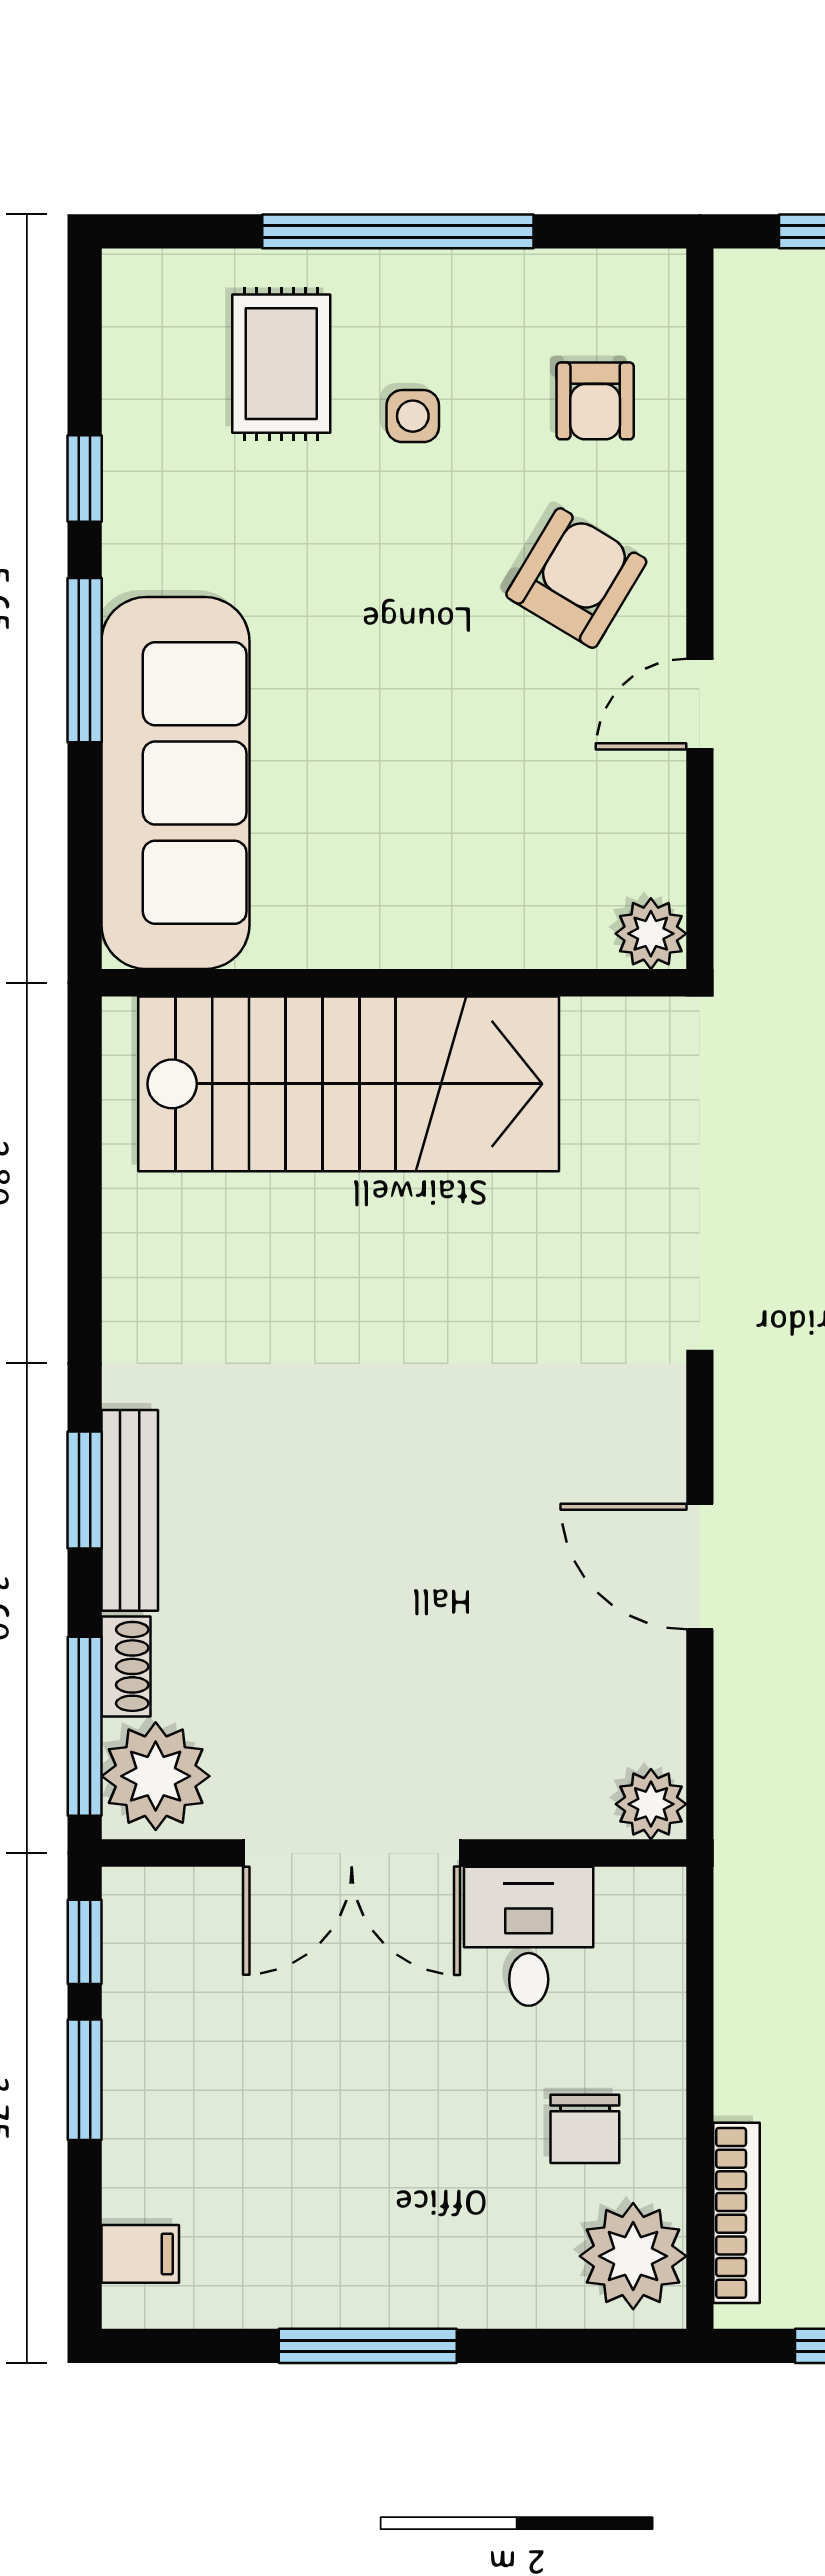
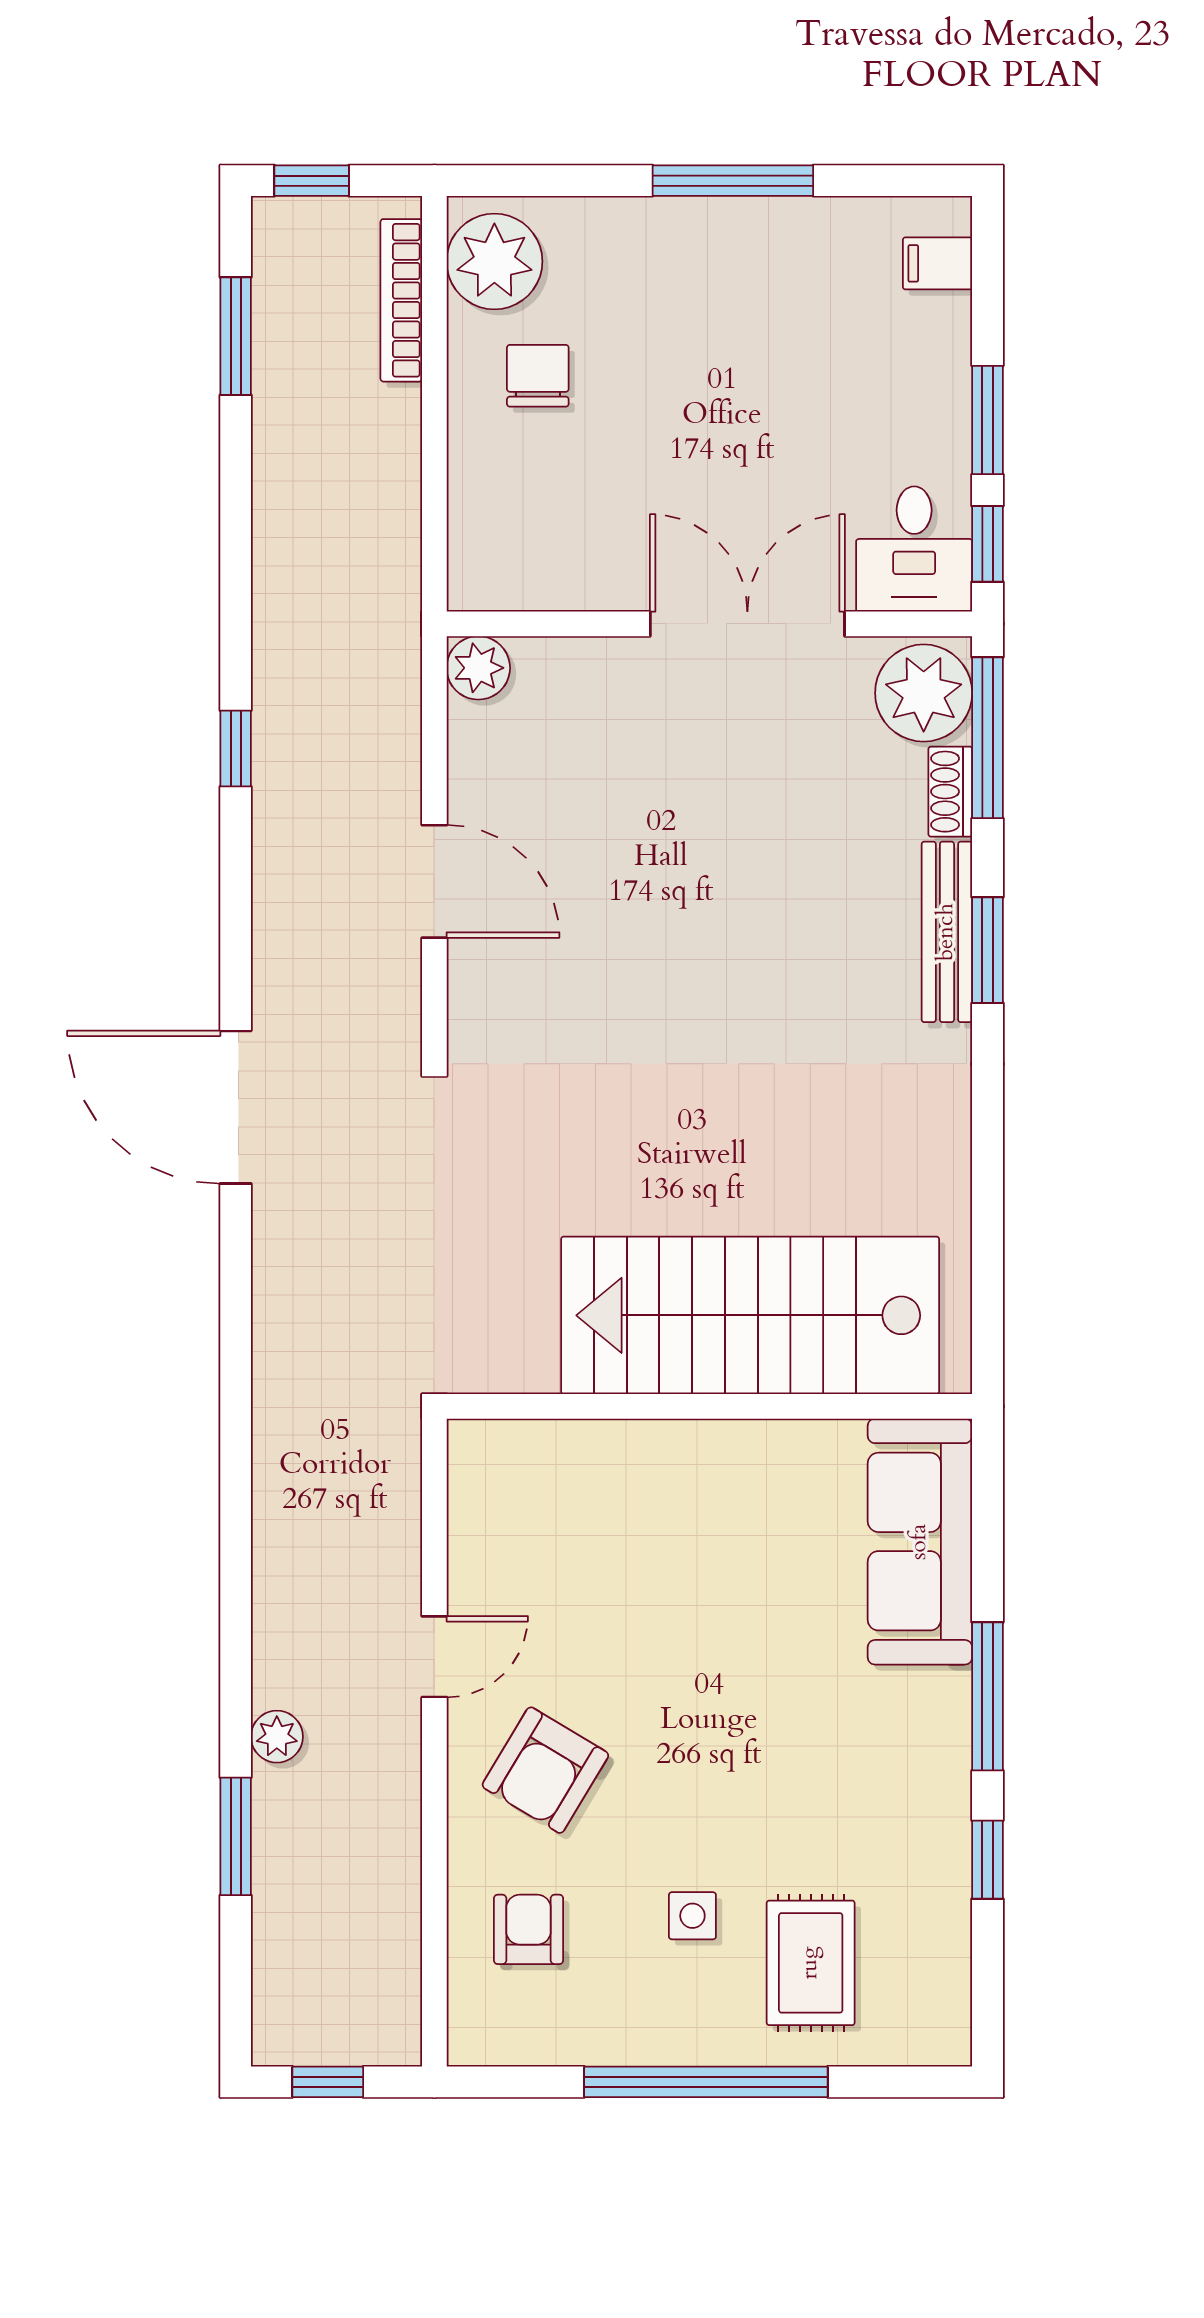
sofa: (175, 783) -> (920, 1542), width x0.74, depth x0.79
plant: (651, 934) -> (478, 1450), removed
desk: (529, 1936) -> (914, 549), moved

